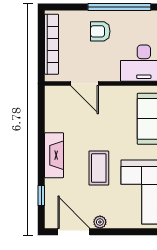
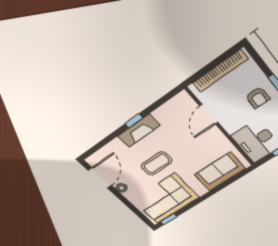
armchair: (100, 31) -> (258, 98), turned 180
window: (41, 196) -> (134, 121), moved

